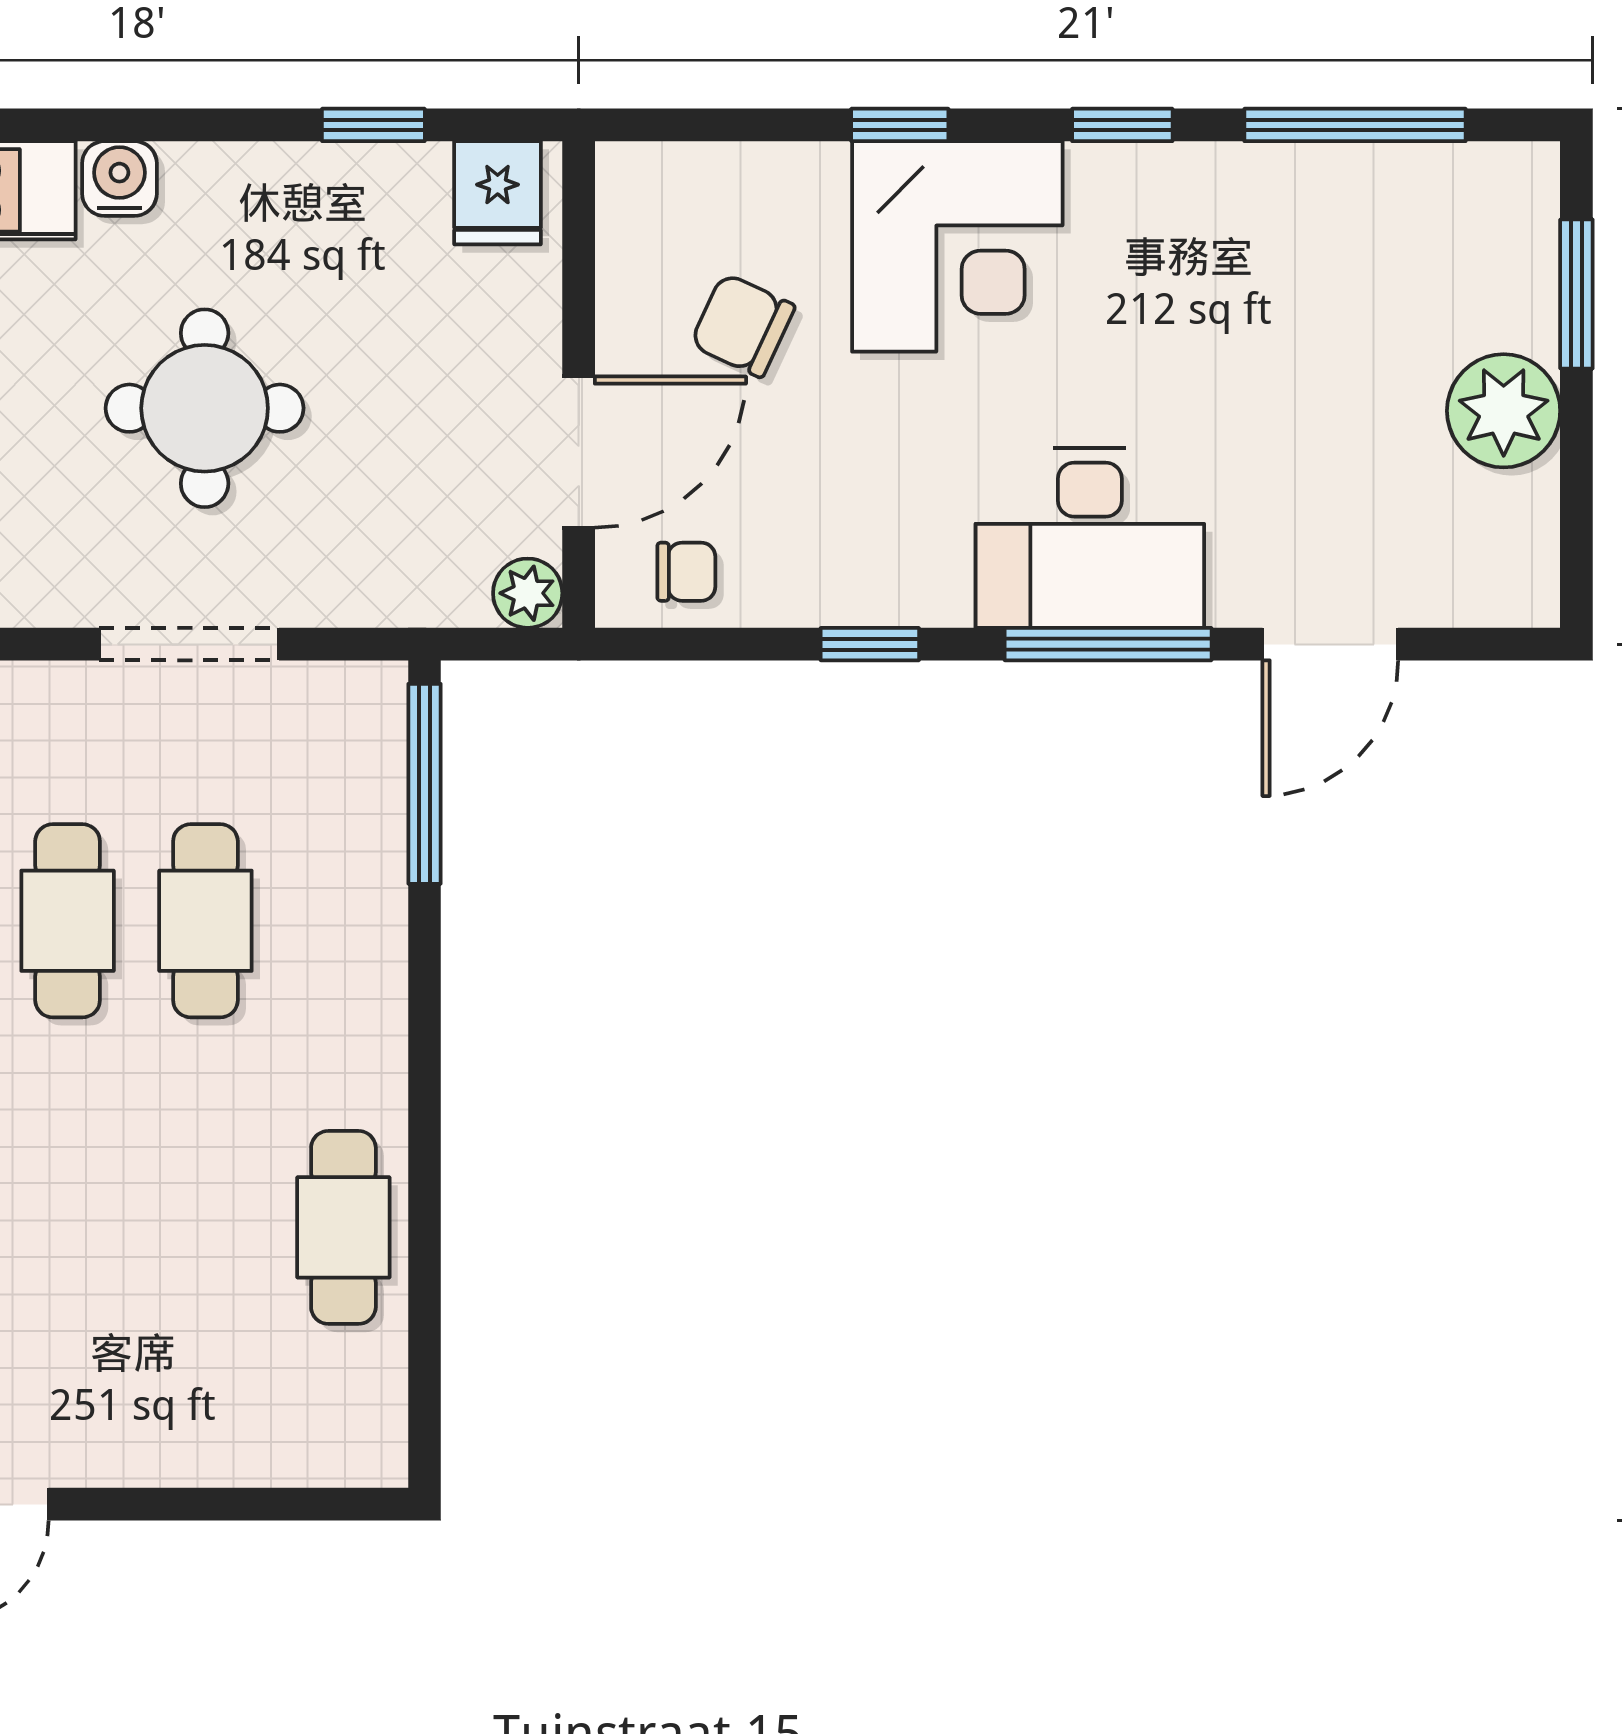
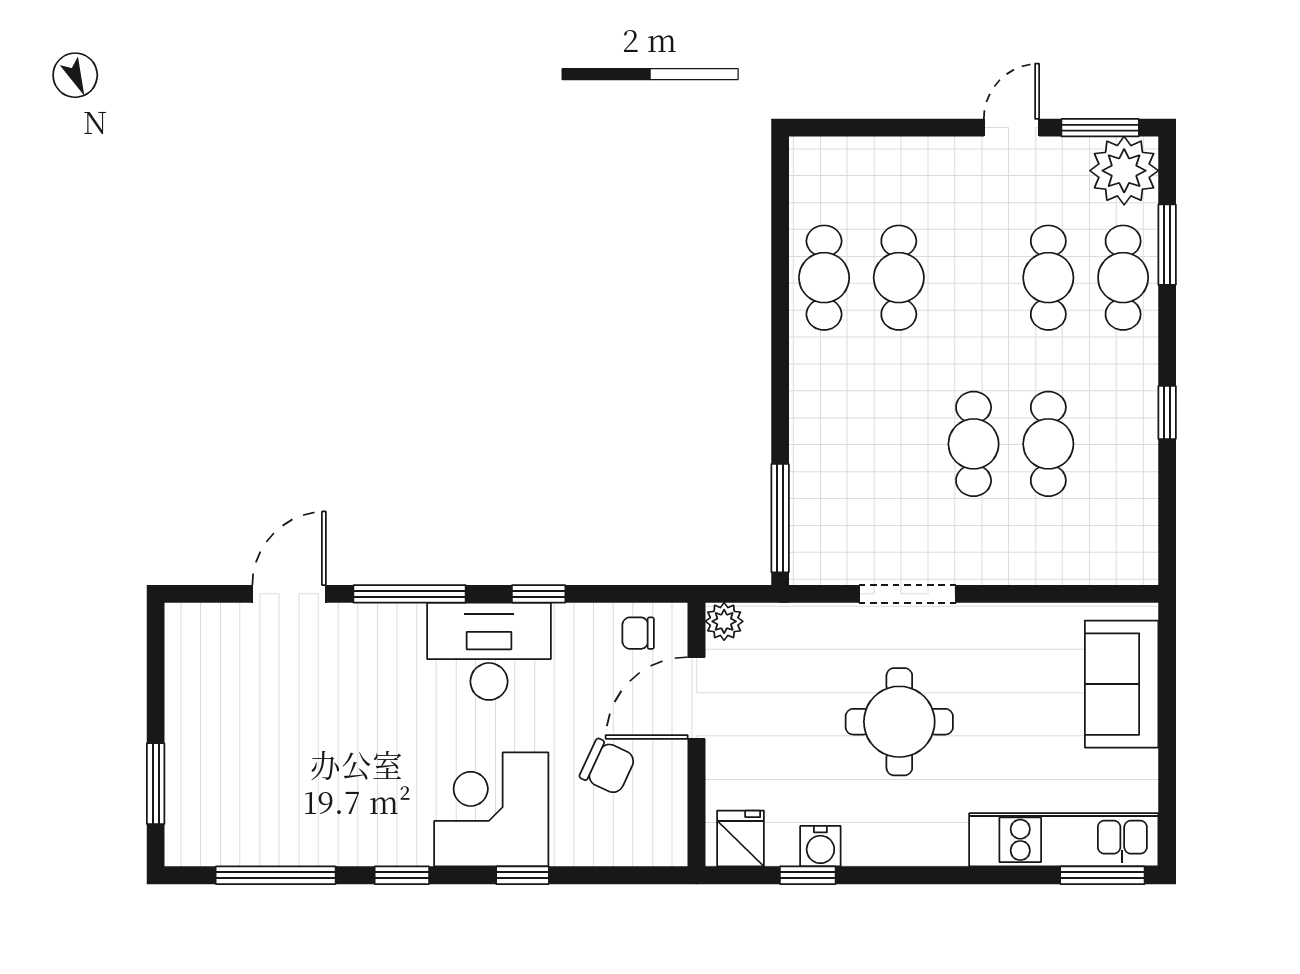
water cooler: (119, 179) -> (820, 846), moved
plant: (1504, 411) -> (195, 720), removed
desk: (1090, 538) -> (489, 651), moved
cafe table: (205, 921) -> (899, 278), moved

